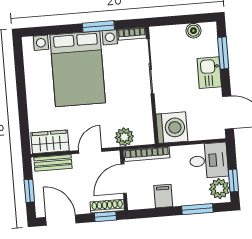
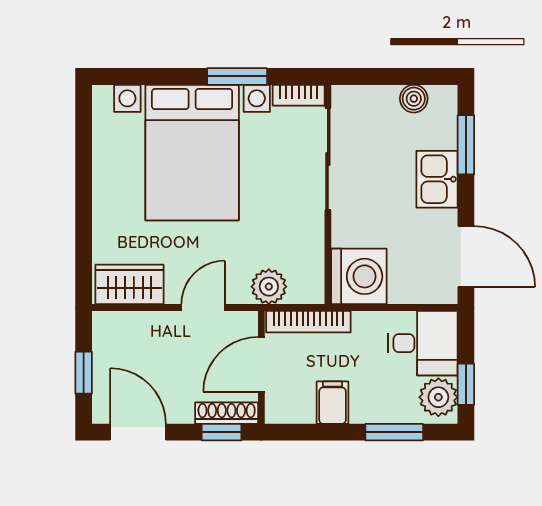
bench: (53, 163) -> (132, 324), removed

